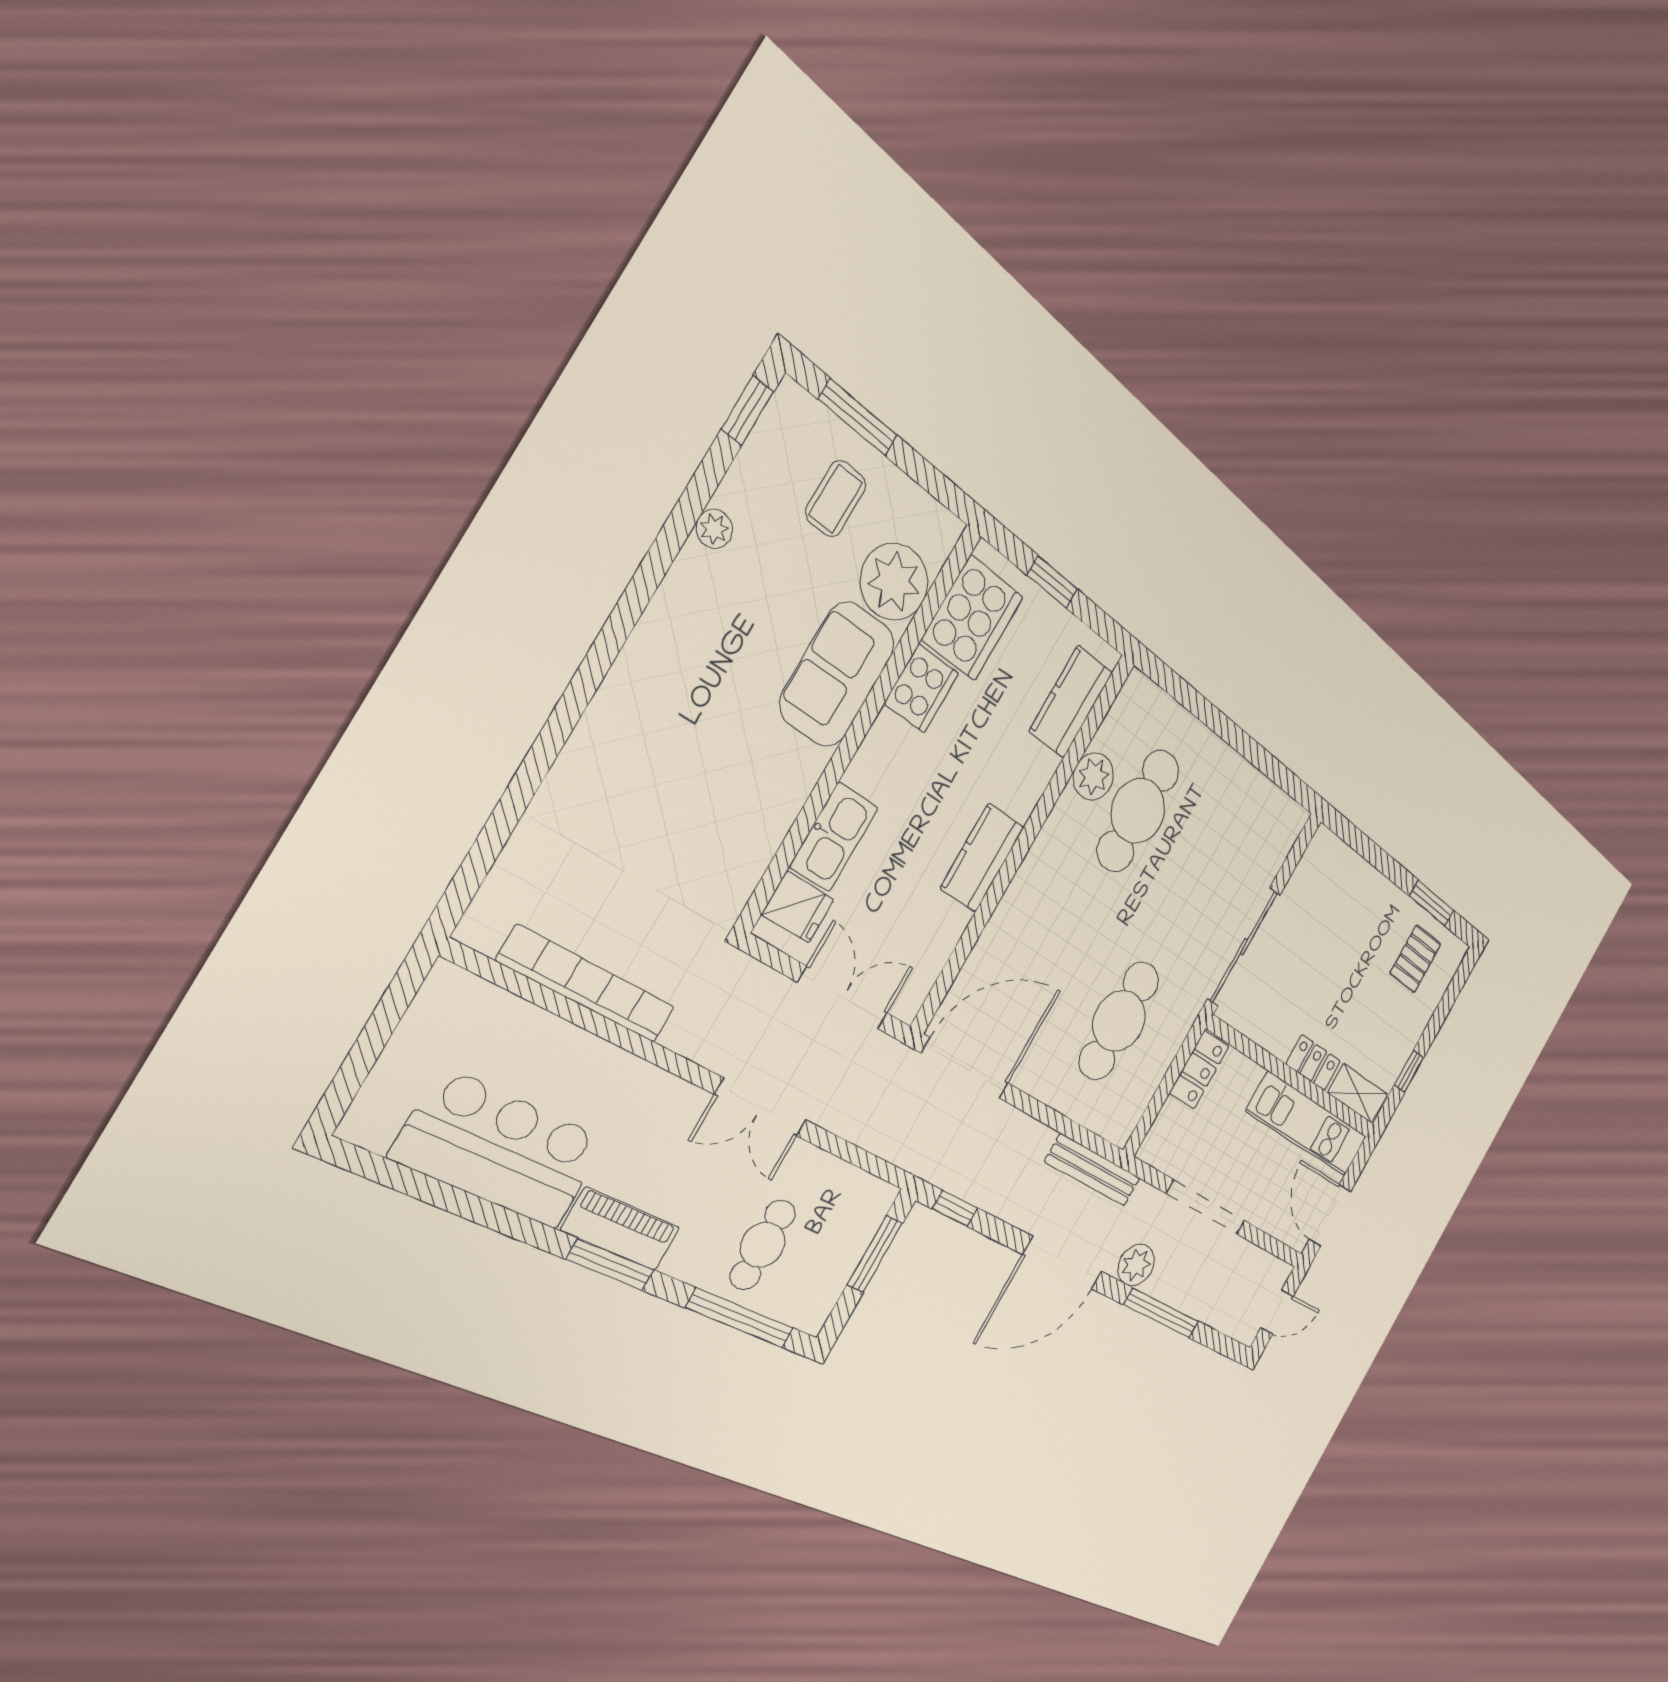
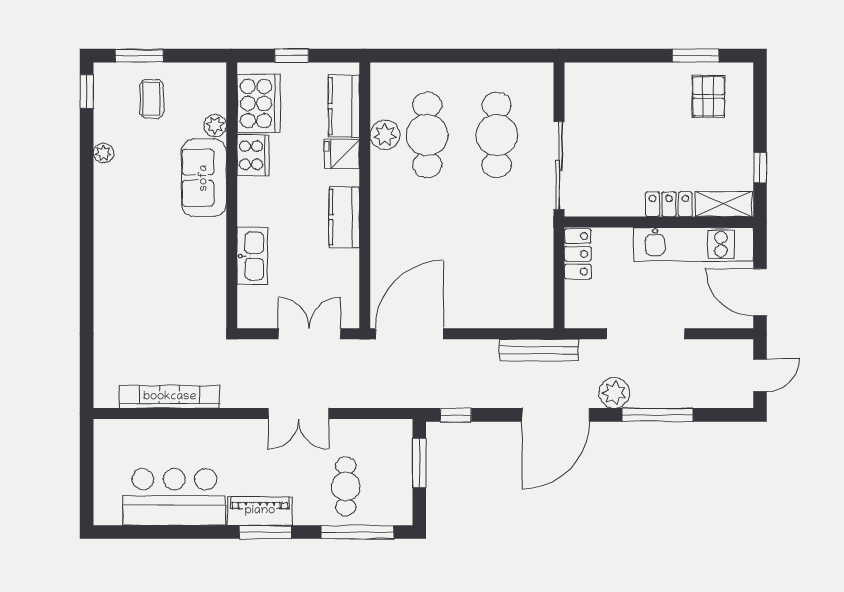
plant: (894, 582) -> (215, 125), width x0.53, depth x0.53
fridge: (798, 907) -> (342, 154), moved, turned 180
cafe table: (1119, 1021) -> (497, 135), moved

